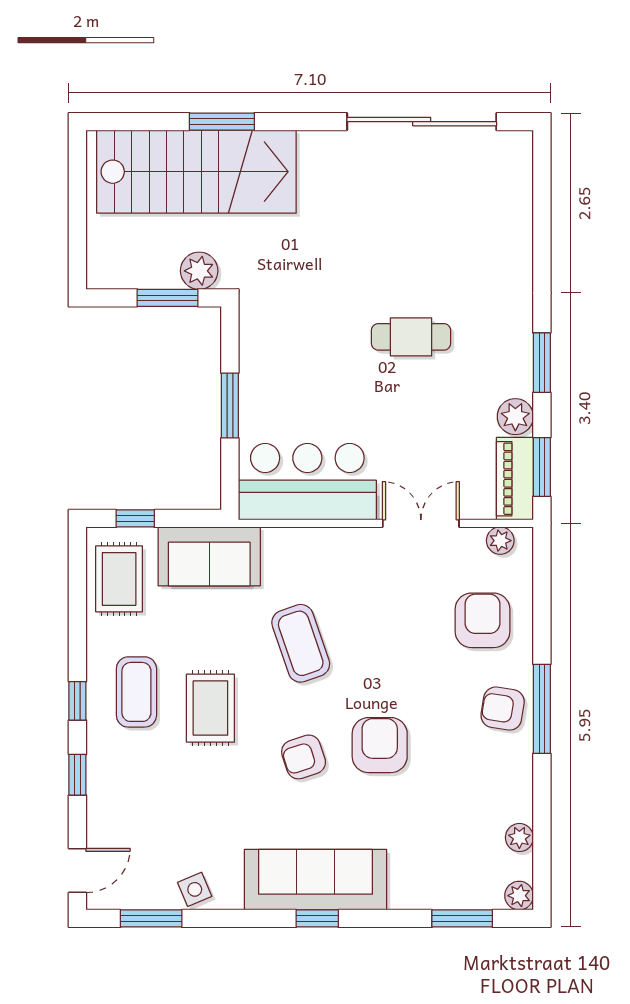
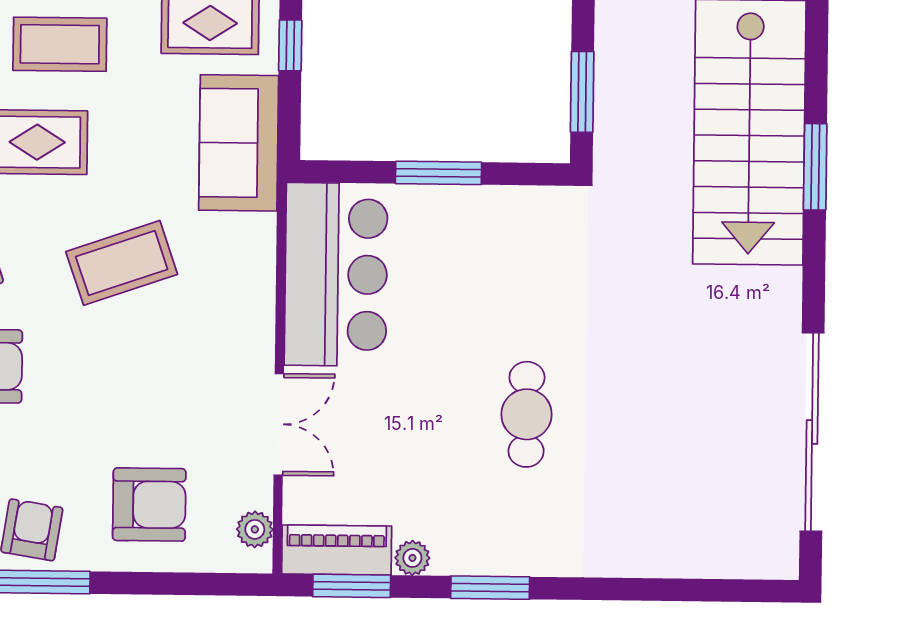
plant: (199, 271) -> (618, 134), removed
plant: (515, 417) -> (412, 558), width x0.73, depth x0.73

